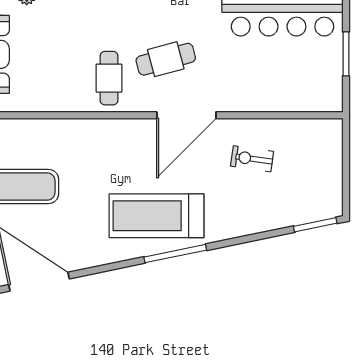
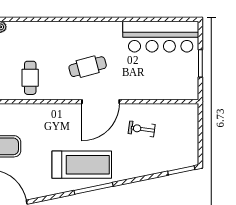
cafe table: (109, 78) -> (30, 78), moved
treadmill: (157, 216) -> (82, 165), turned 180

